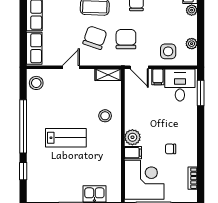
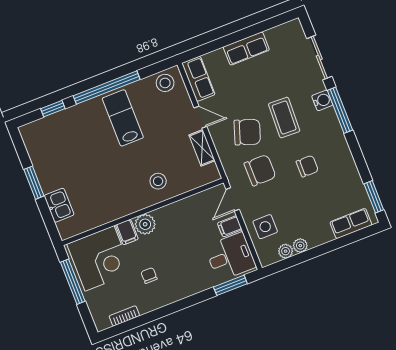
plant: (192, 10) -> (300, 246), moved
row of seats: (34, 48) -> (198, 79), moved, turned -90
shelving: (108, 75) -> (202, 148), moved
lab bench: (66, 138) -> (123, 118), moved, turned 180

